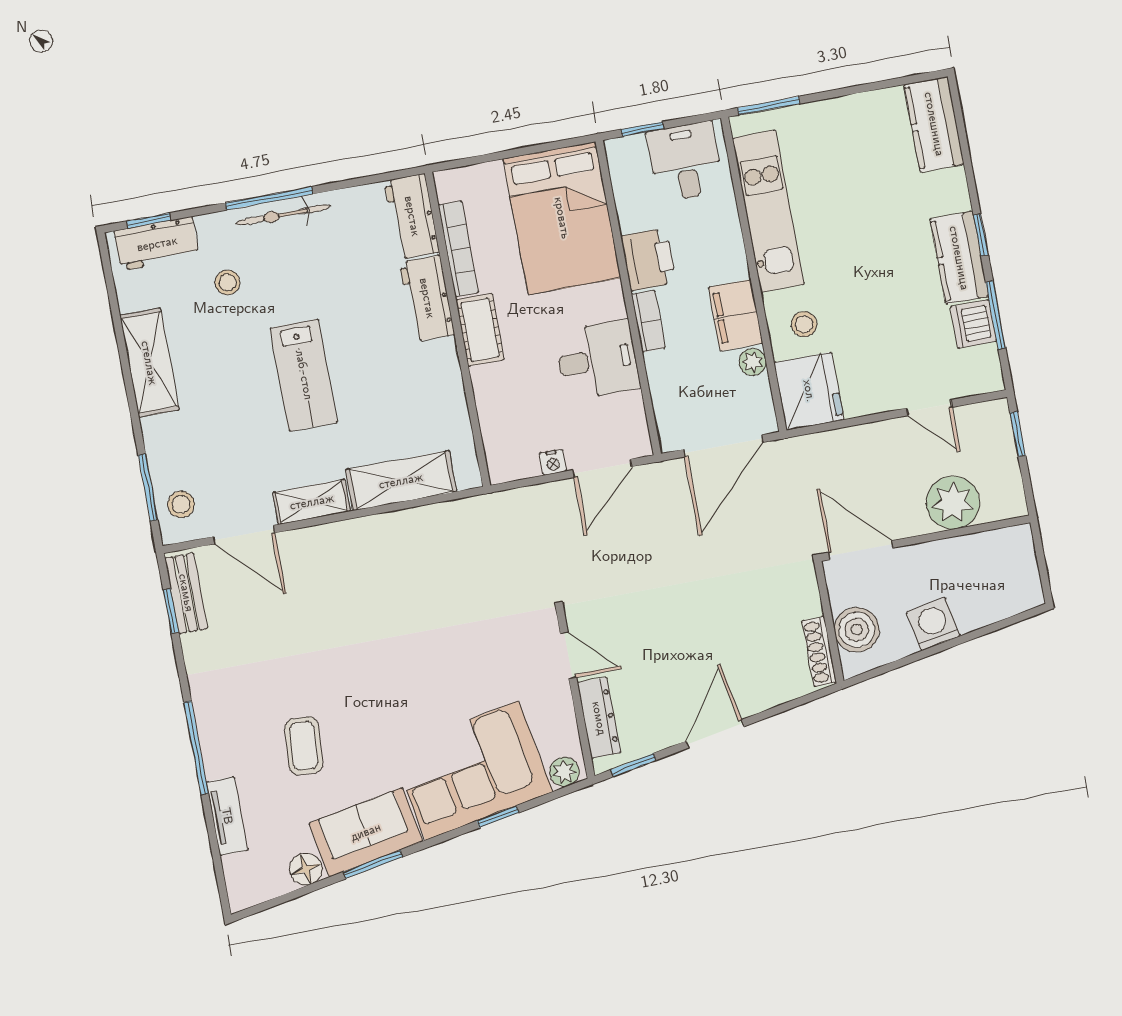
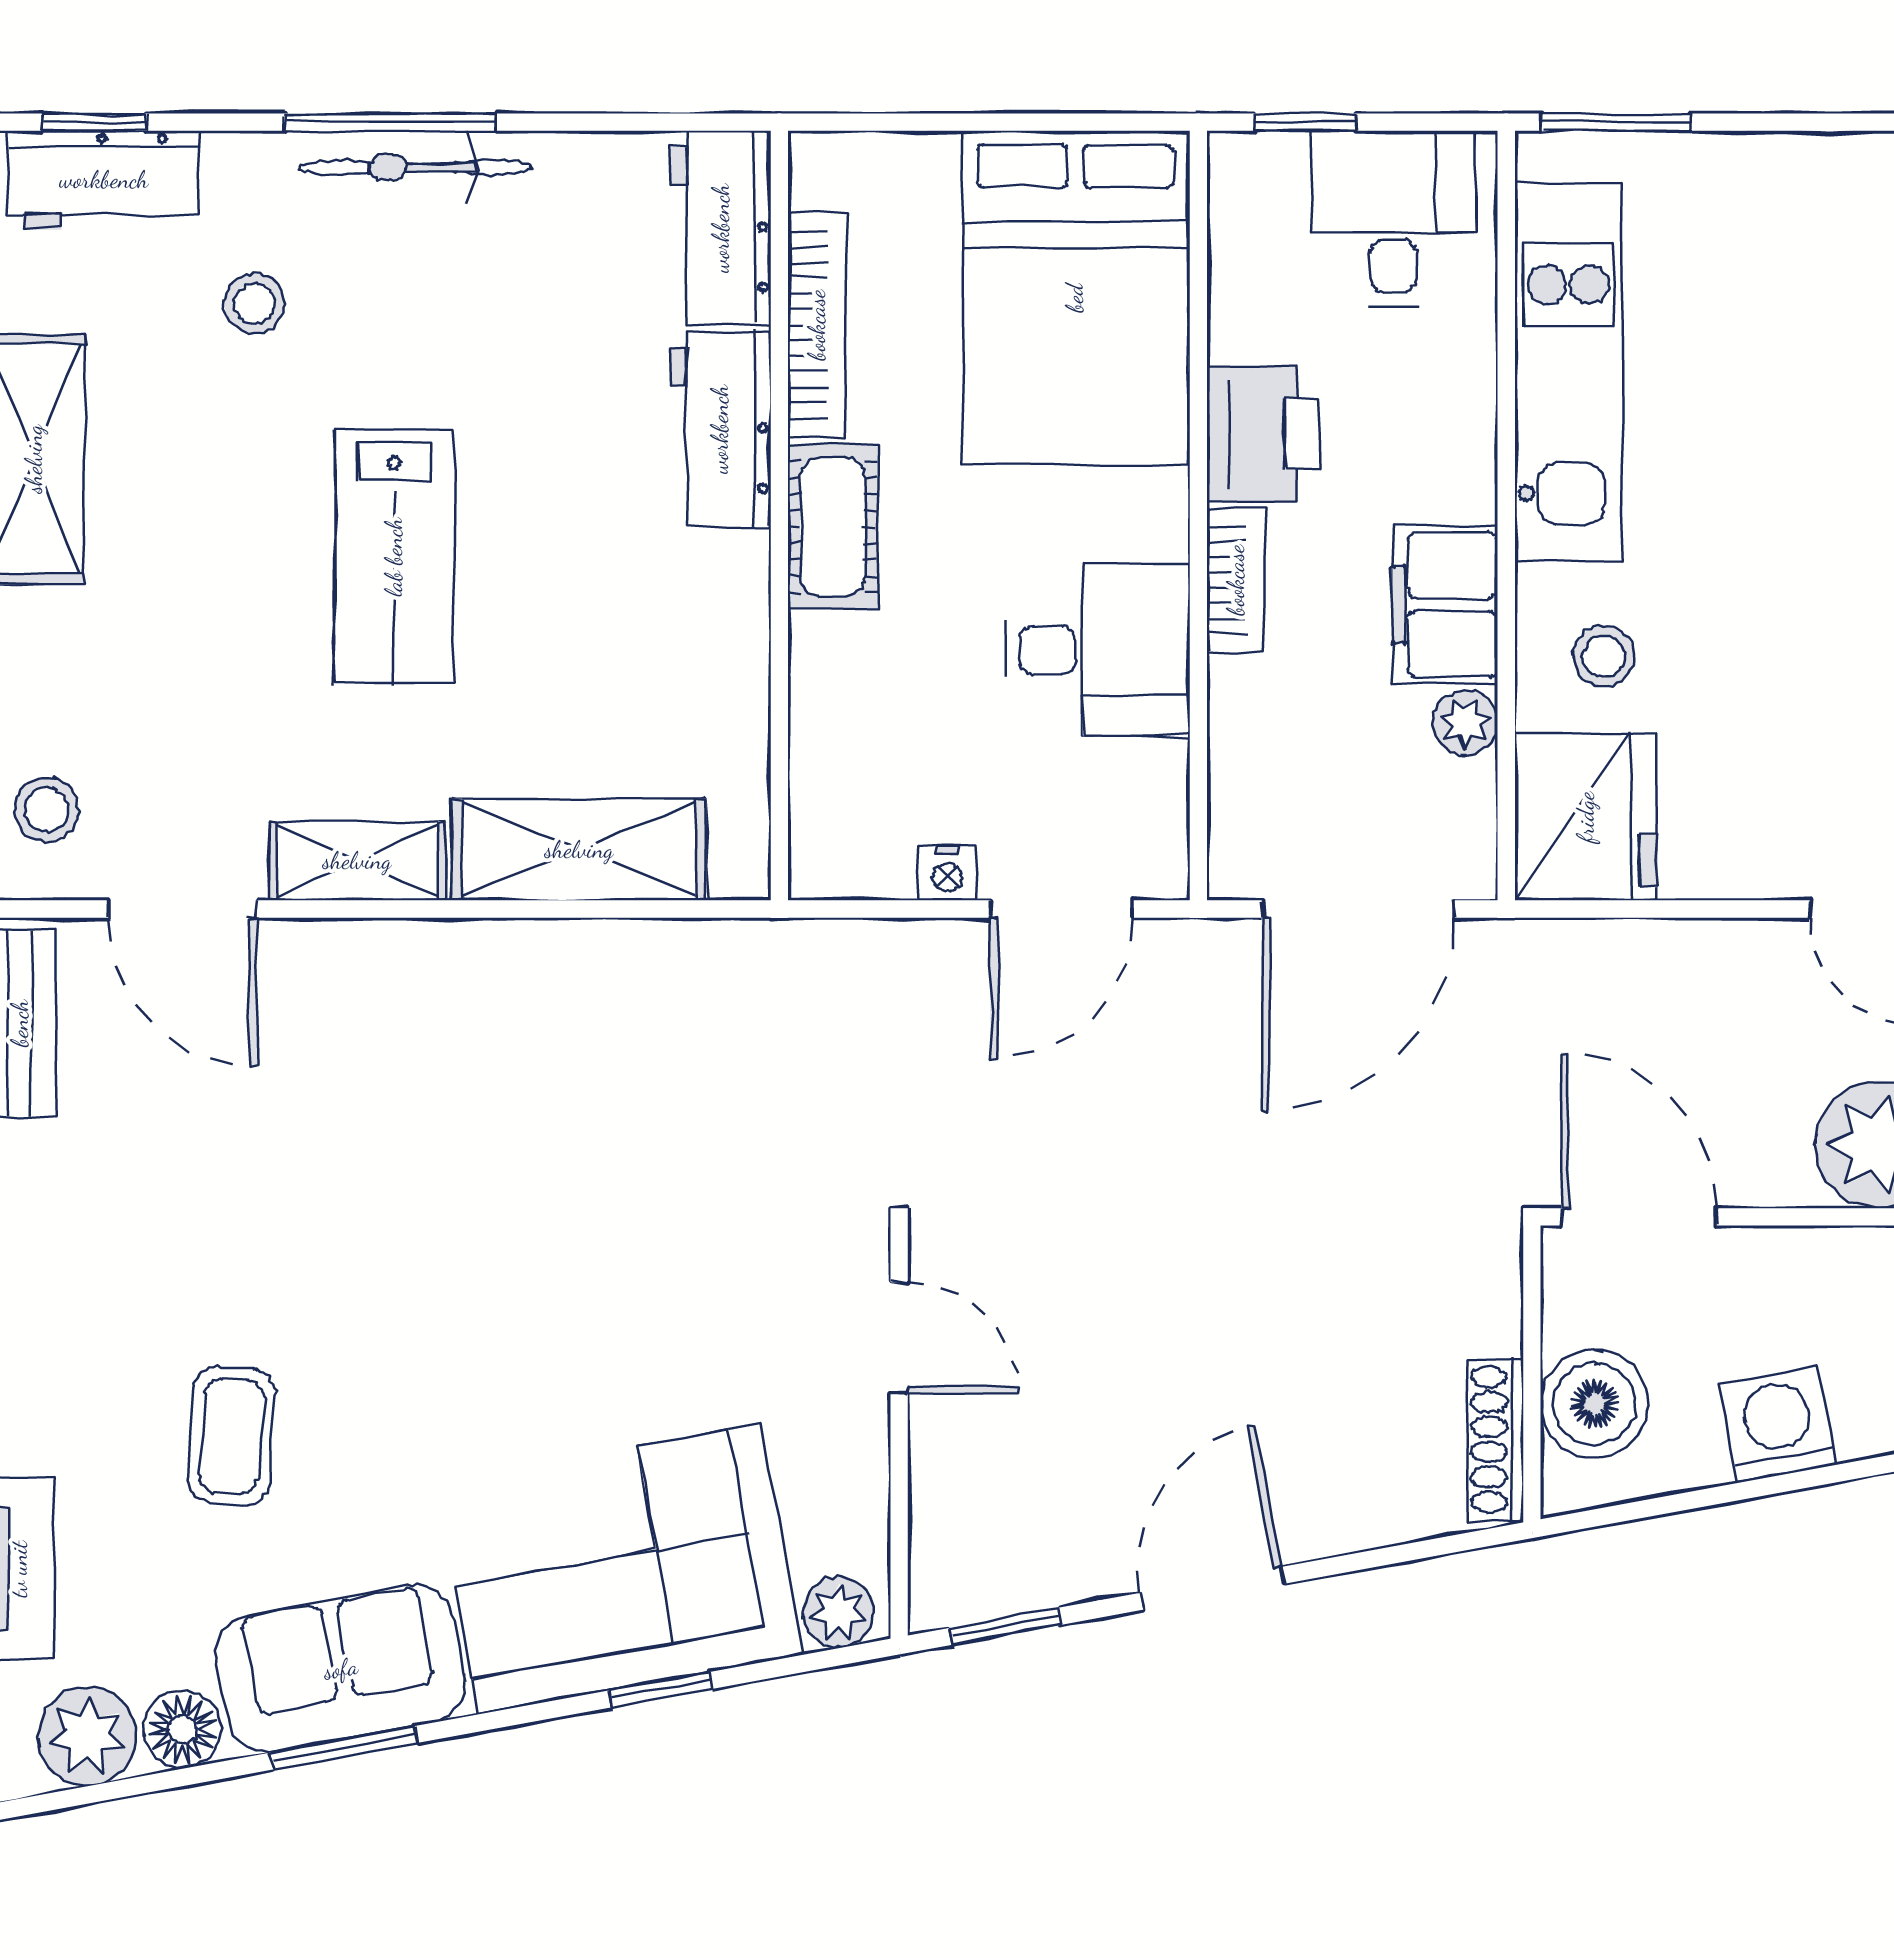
dresser: (599, 718) -> (944, 1499), removed
plant: (268, 879) -> (87, 1736), added

